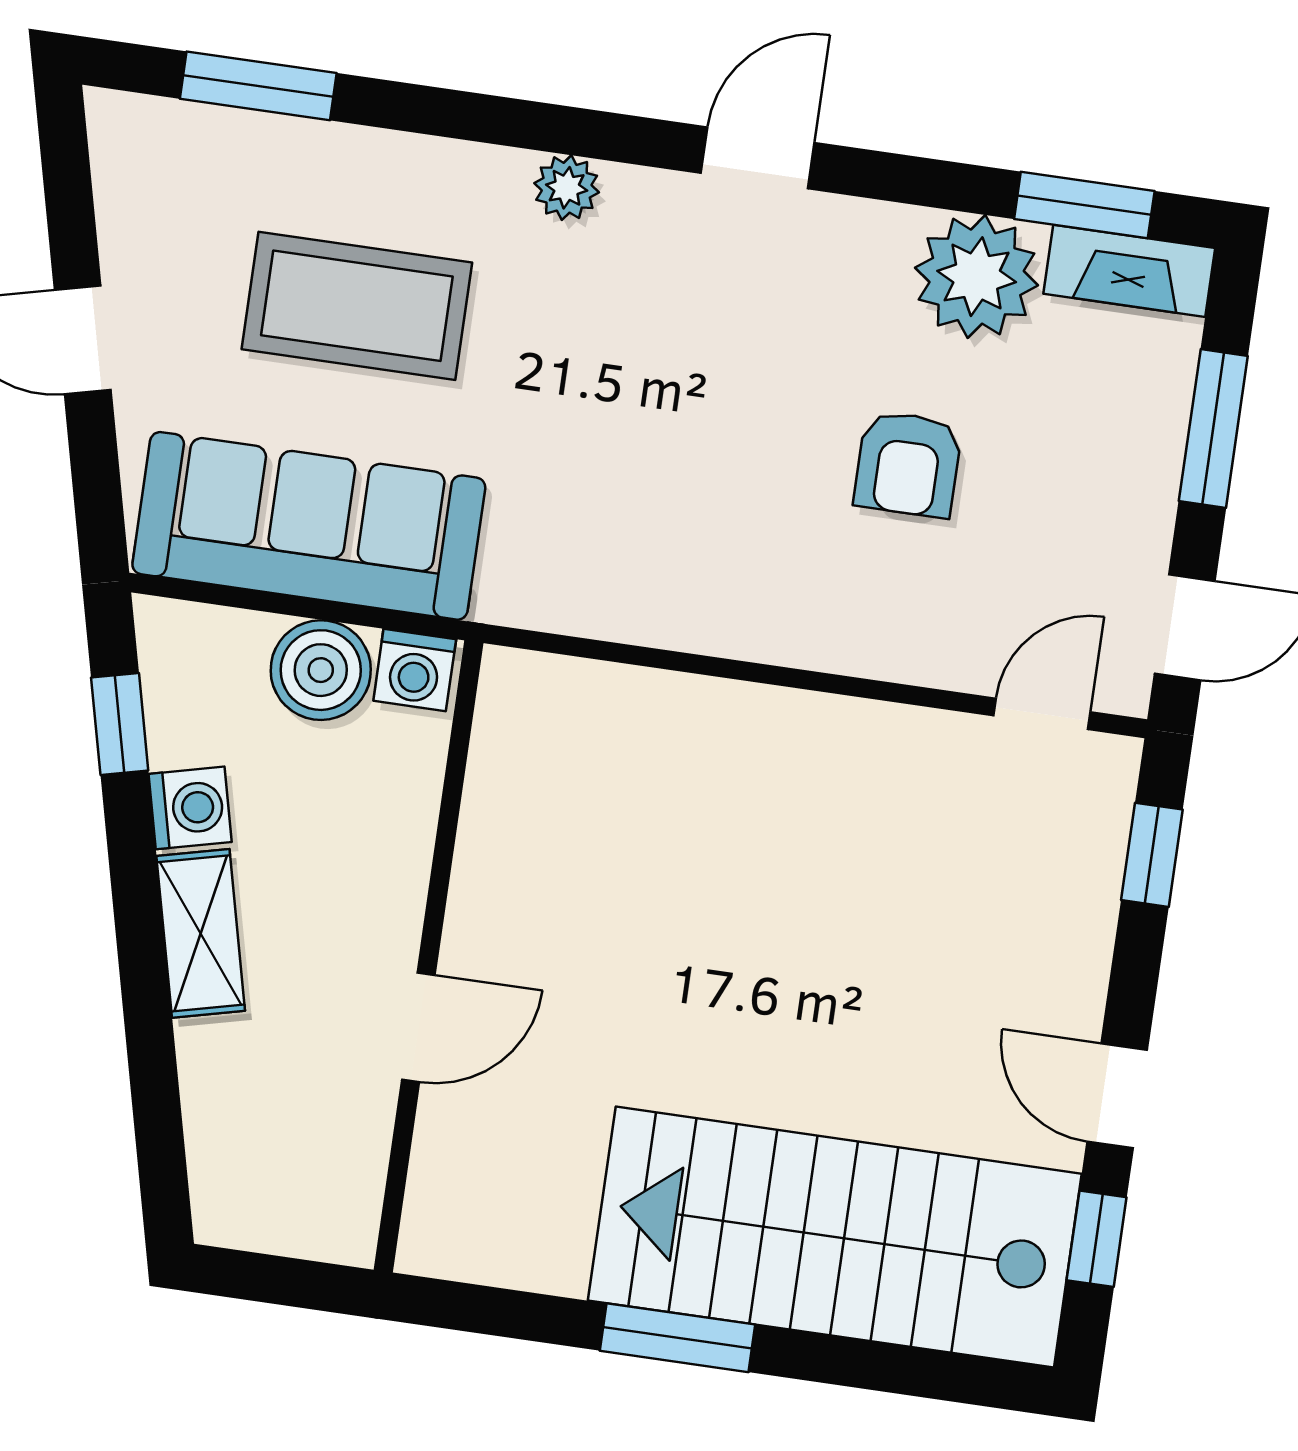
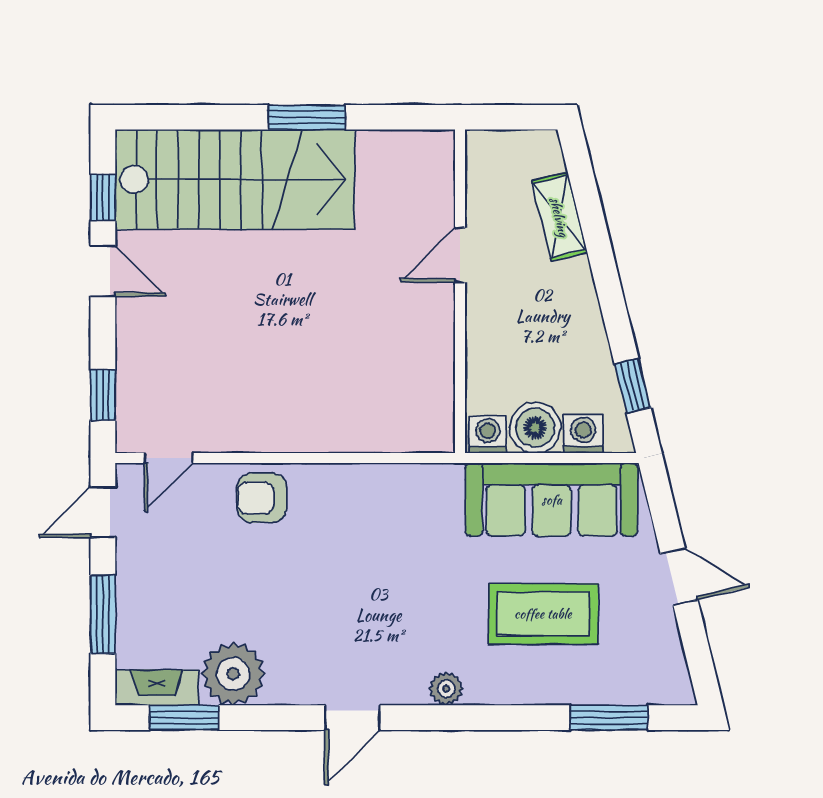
armchair: (908, 464) -> (262, 498), moved, turned -90
washing machine: (190, 808) -> (583, 434), moved, turned 104
shelving: (201, 933) -> (559, 217), moved

